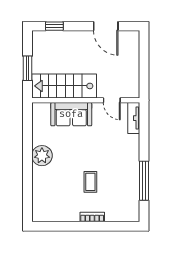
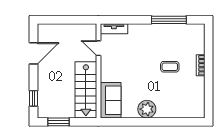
window: (27, 68) -> (58, 122), moved
door: (112, 100) -> (98, 48), swing flipped
sofa: (71, 114) -> (111, 100), moved

